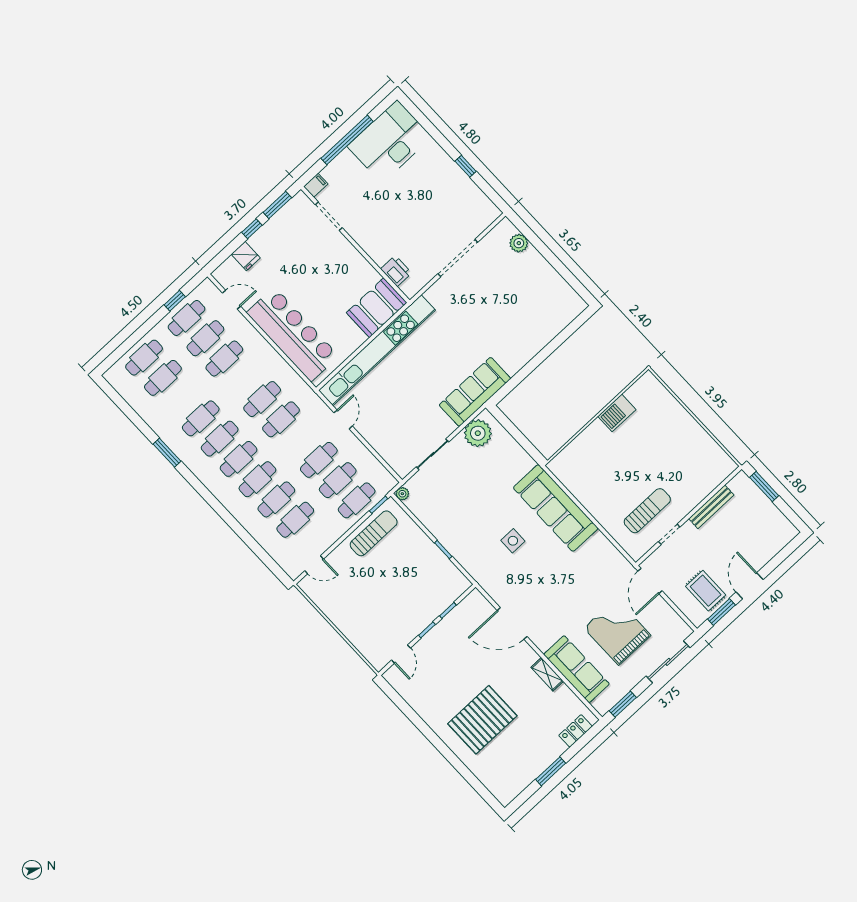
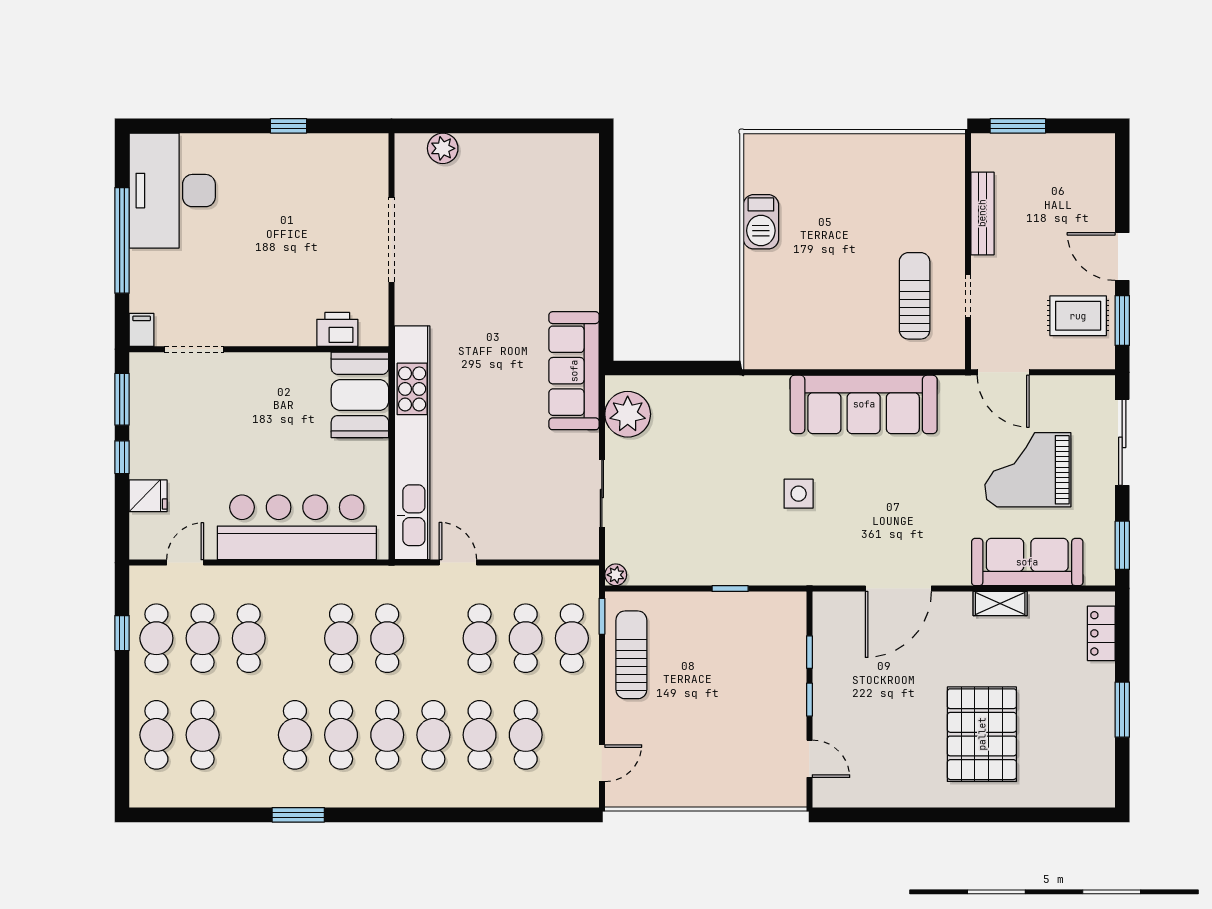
sofa: (556, 508) -> (864, 404), moved

